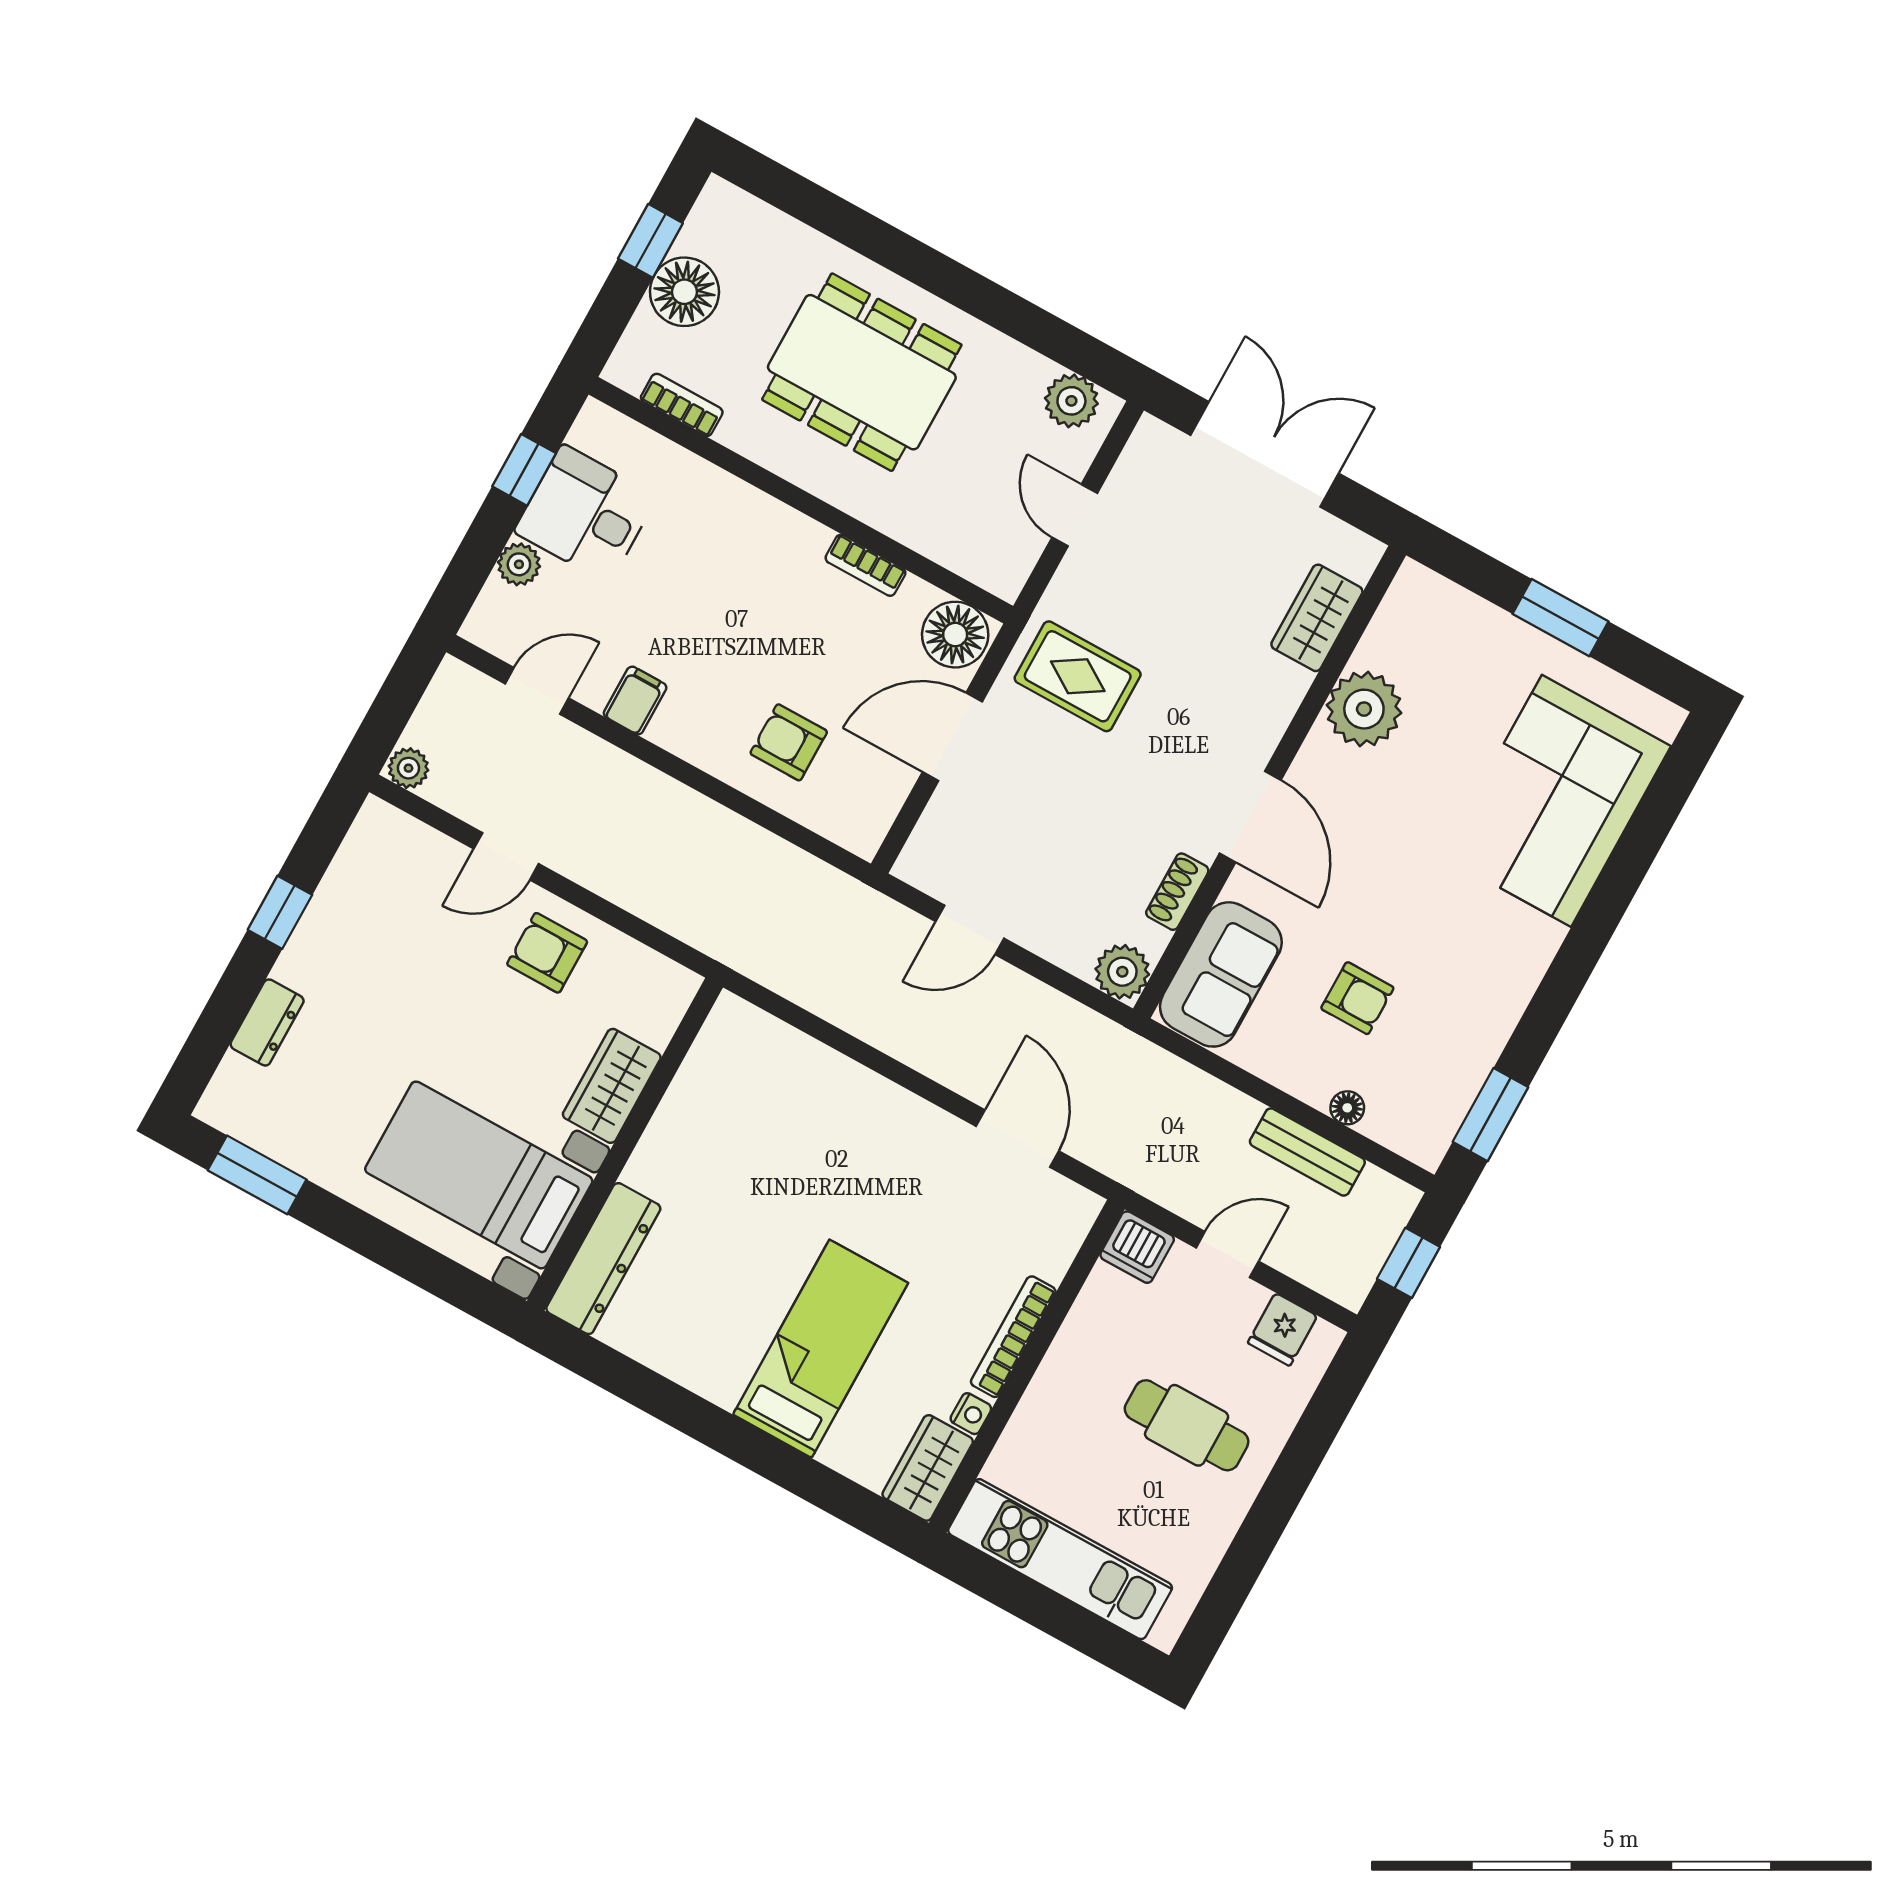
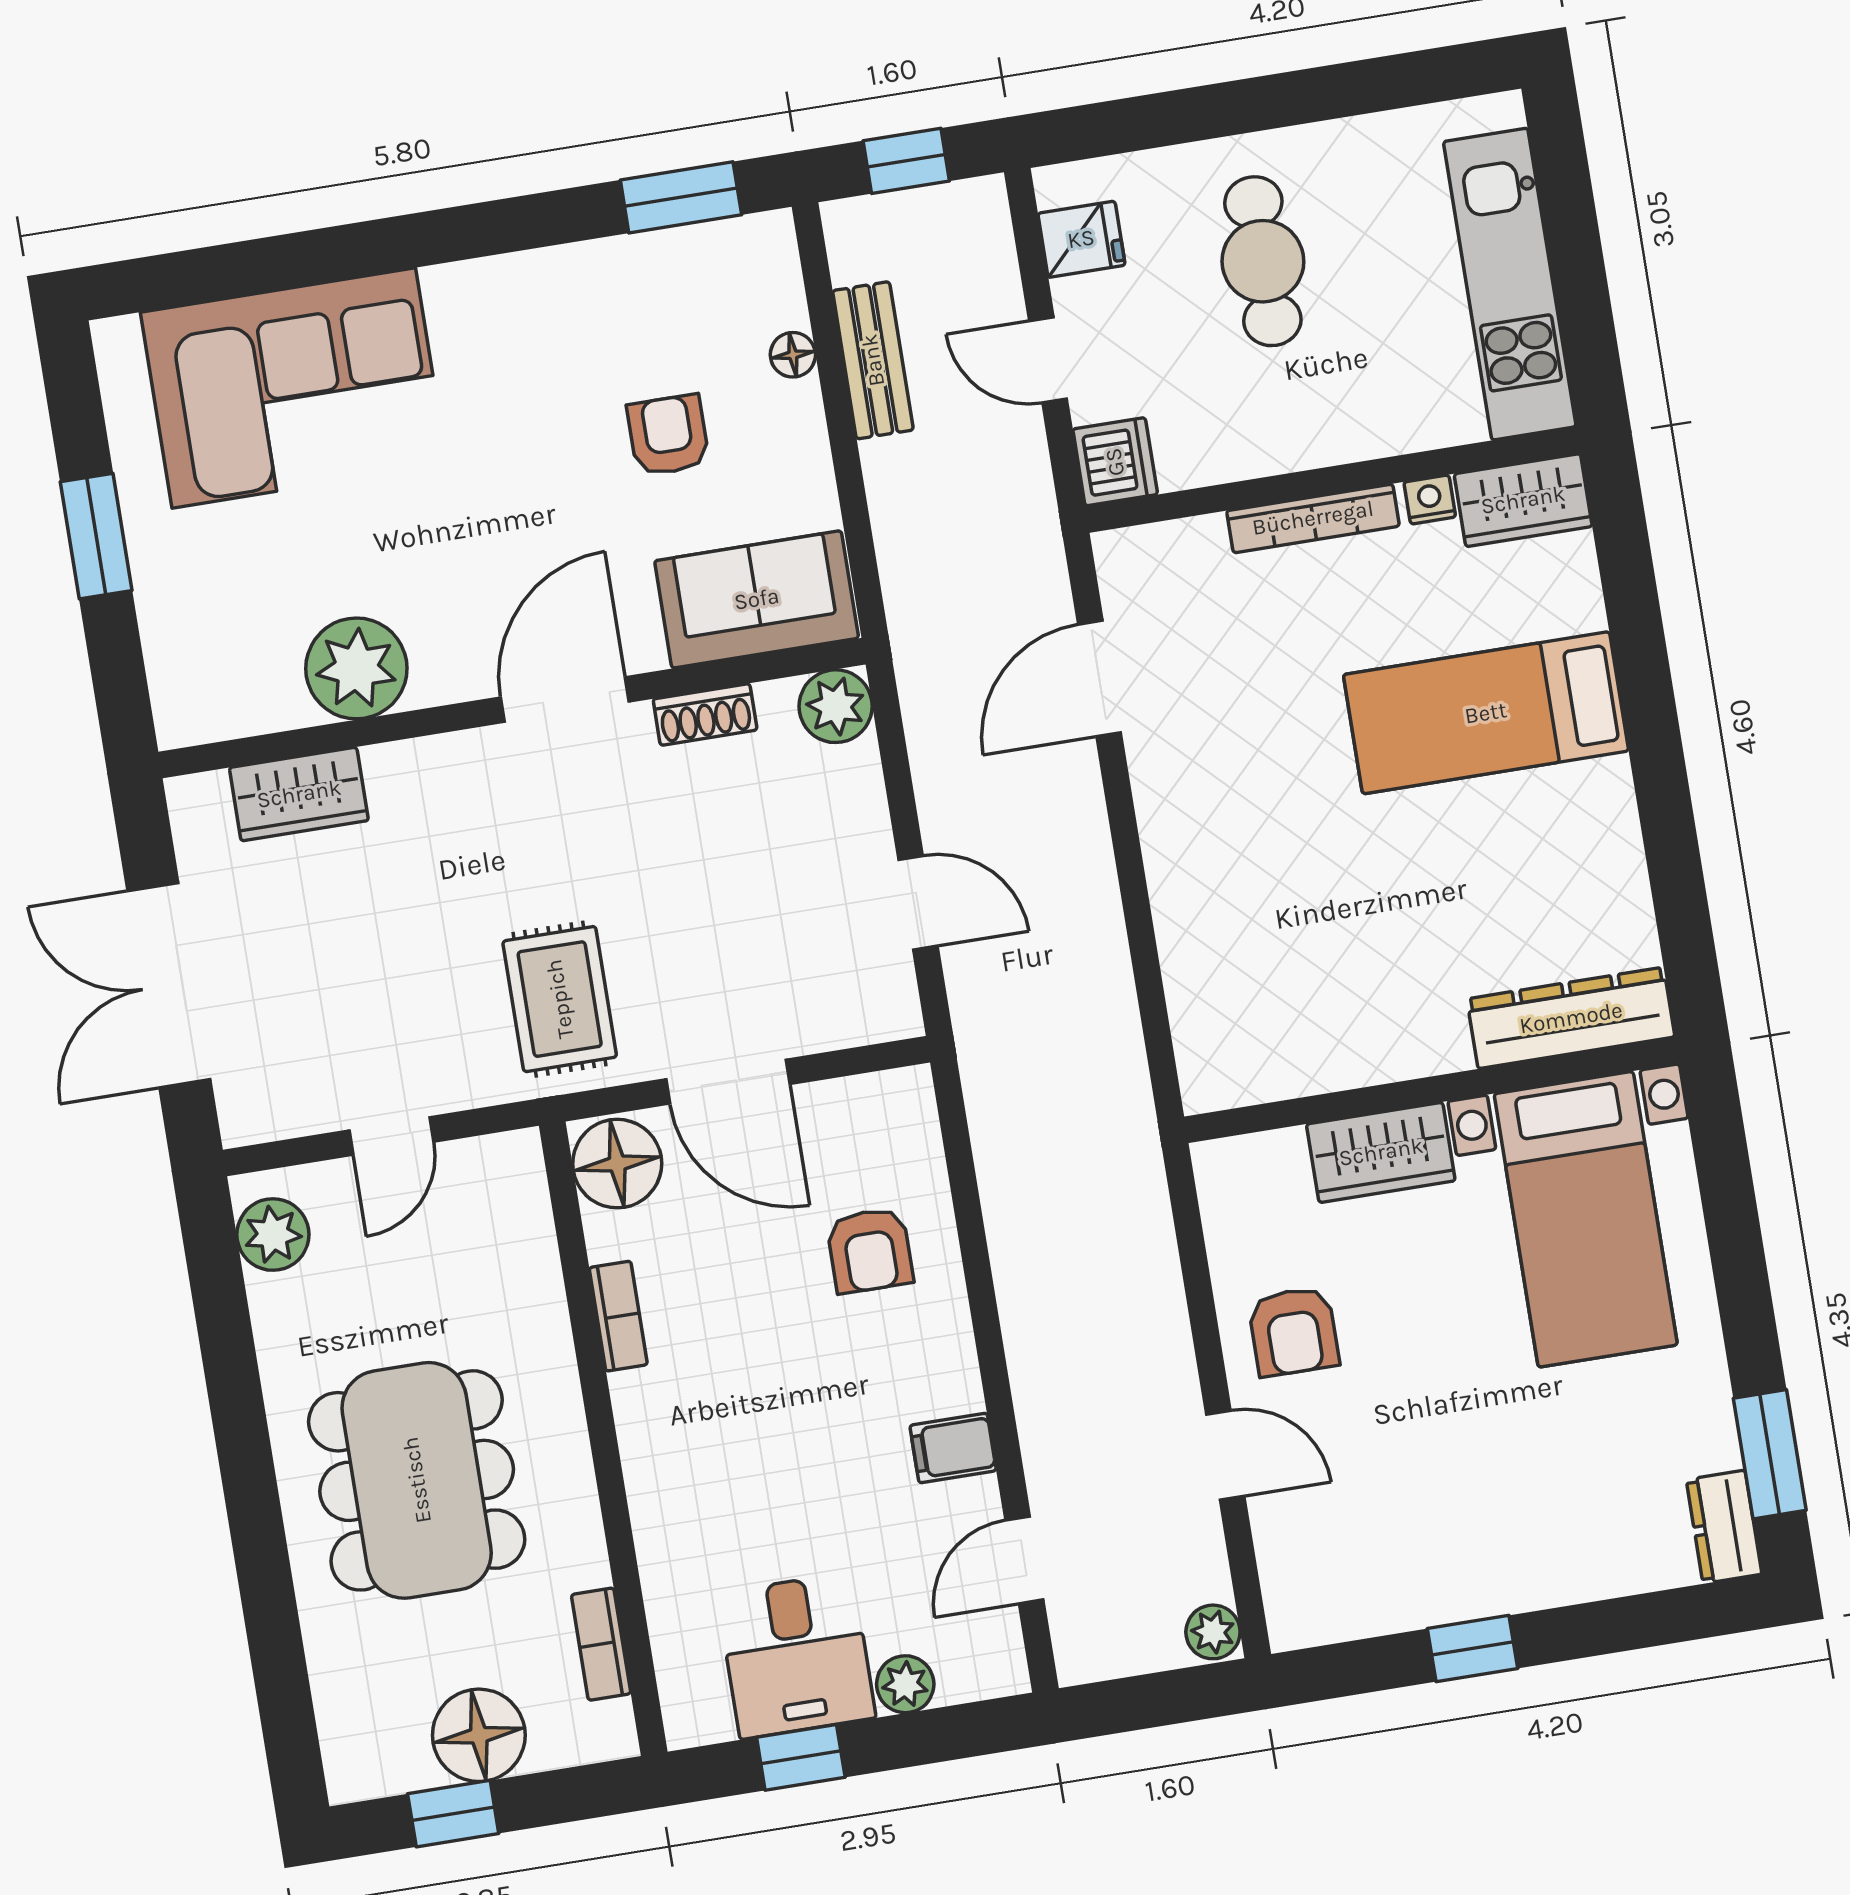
door: (537, 691) -> (1024, 1560), hinge flipped
dresser: (267, 1022) -> (1724, 1527), moved, turned -90

